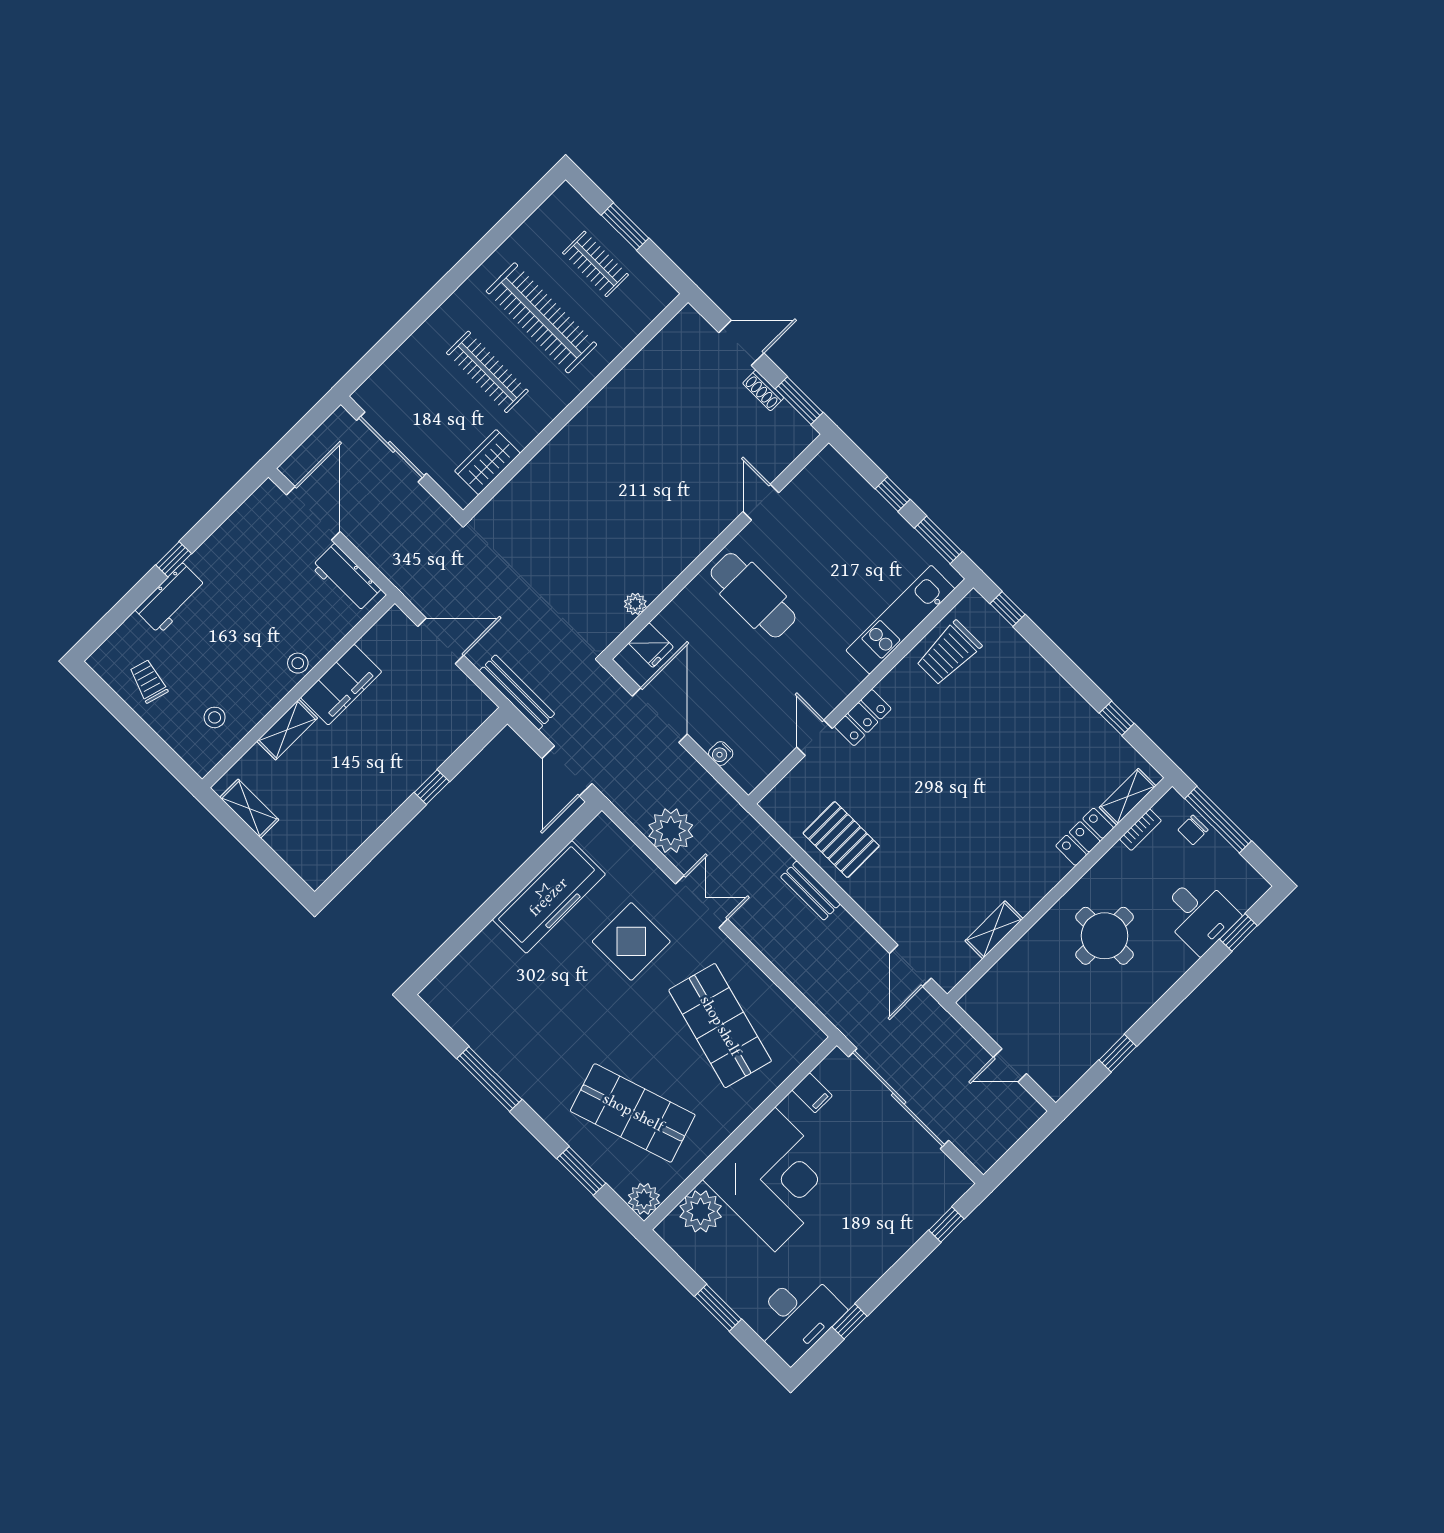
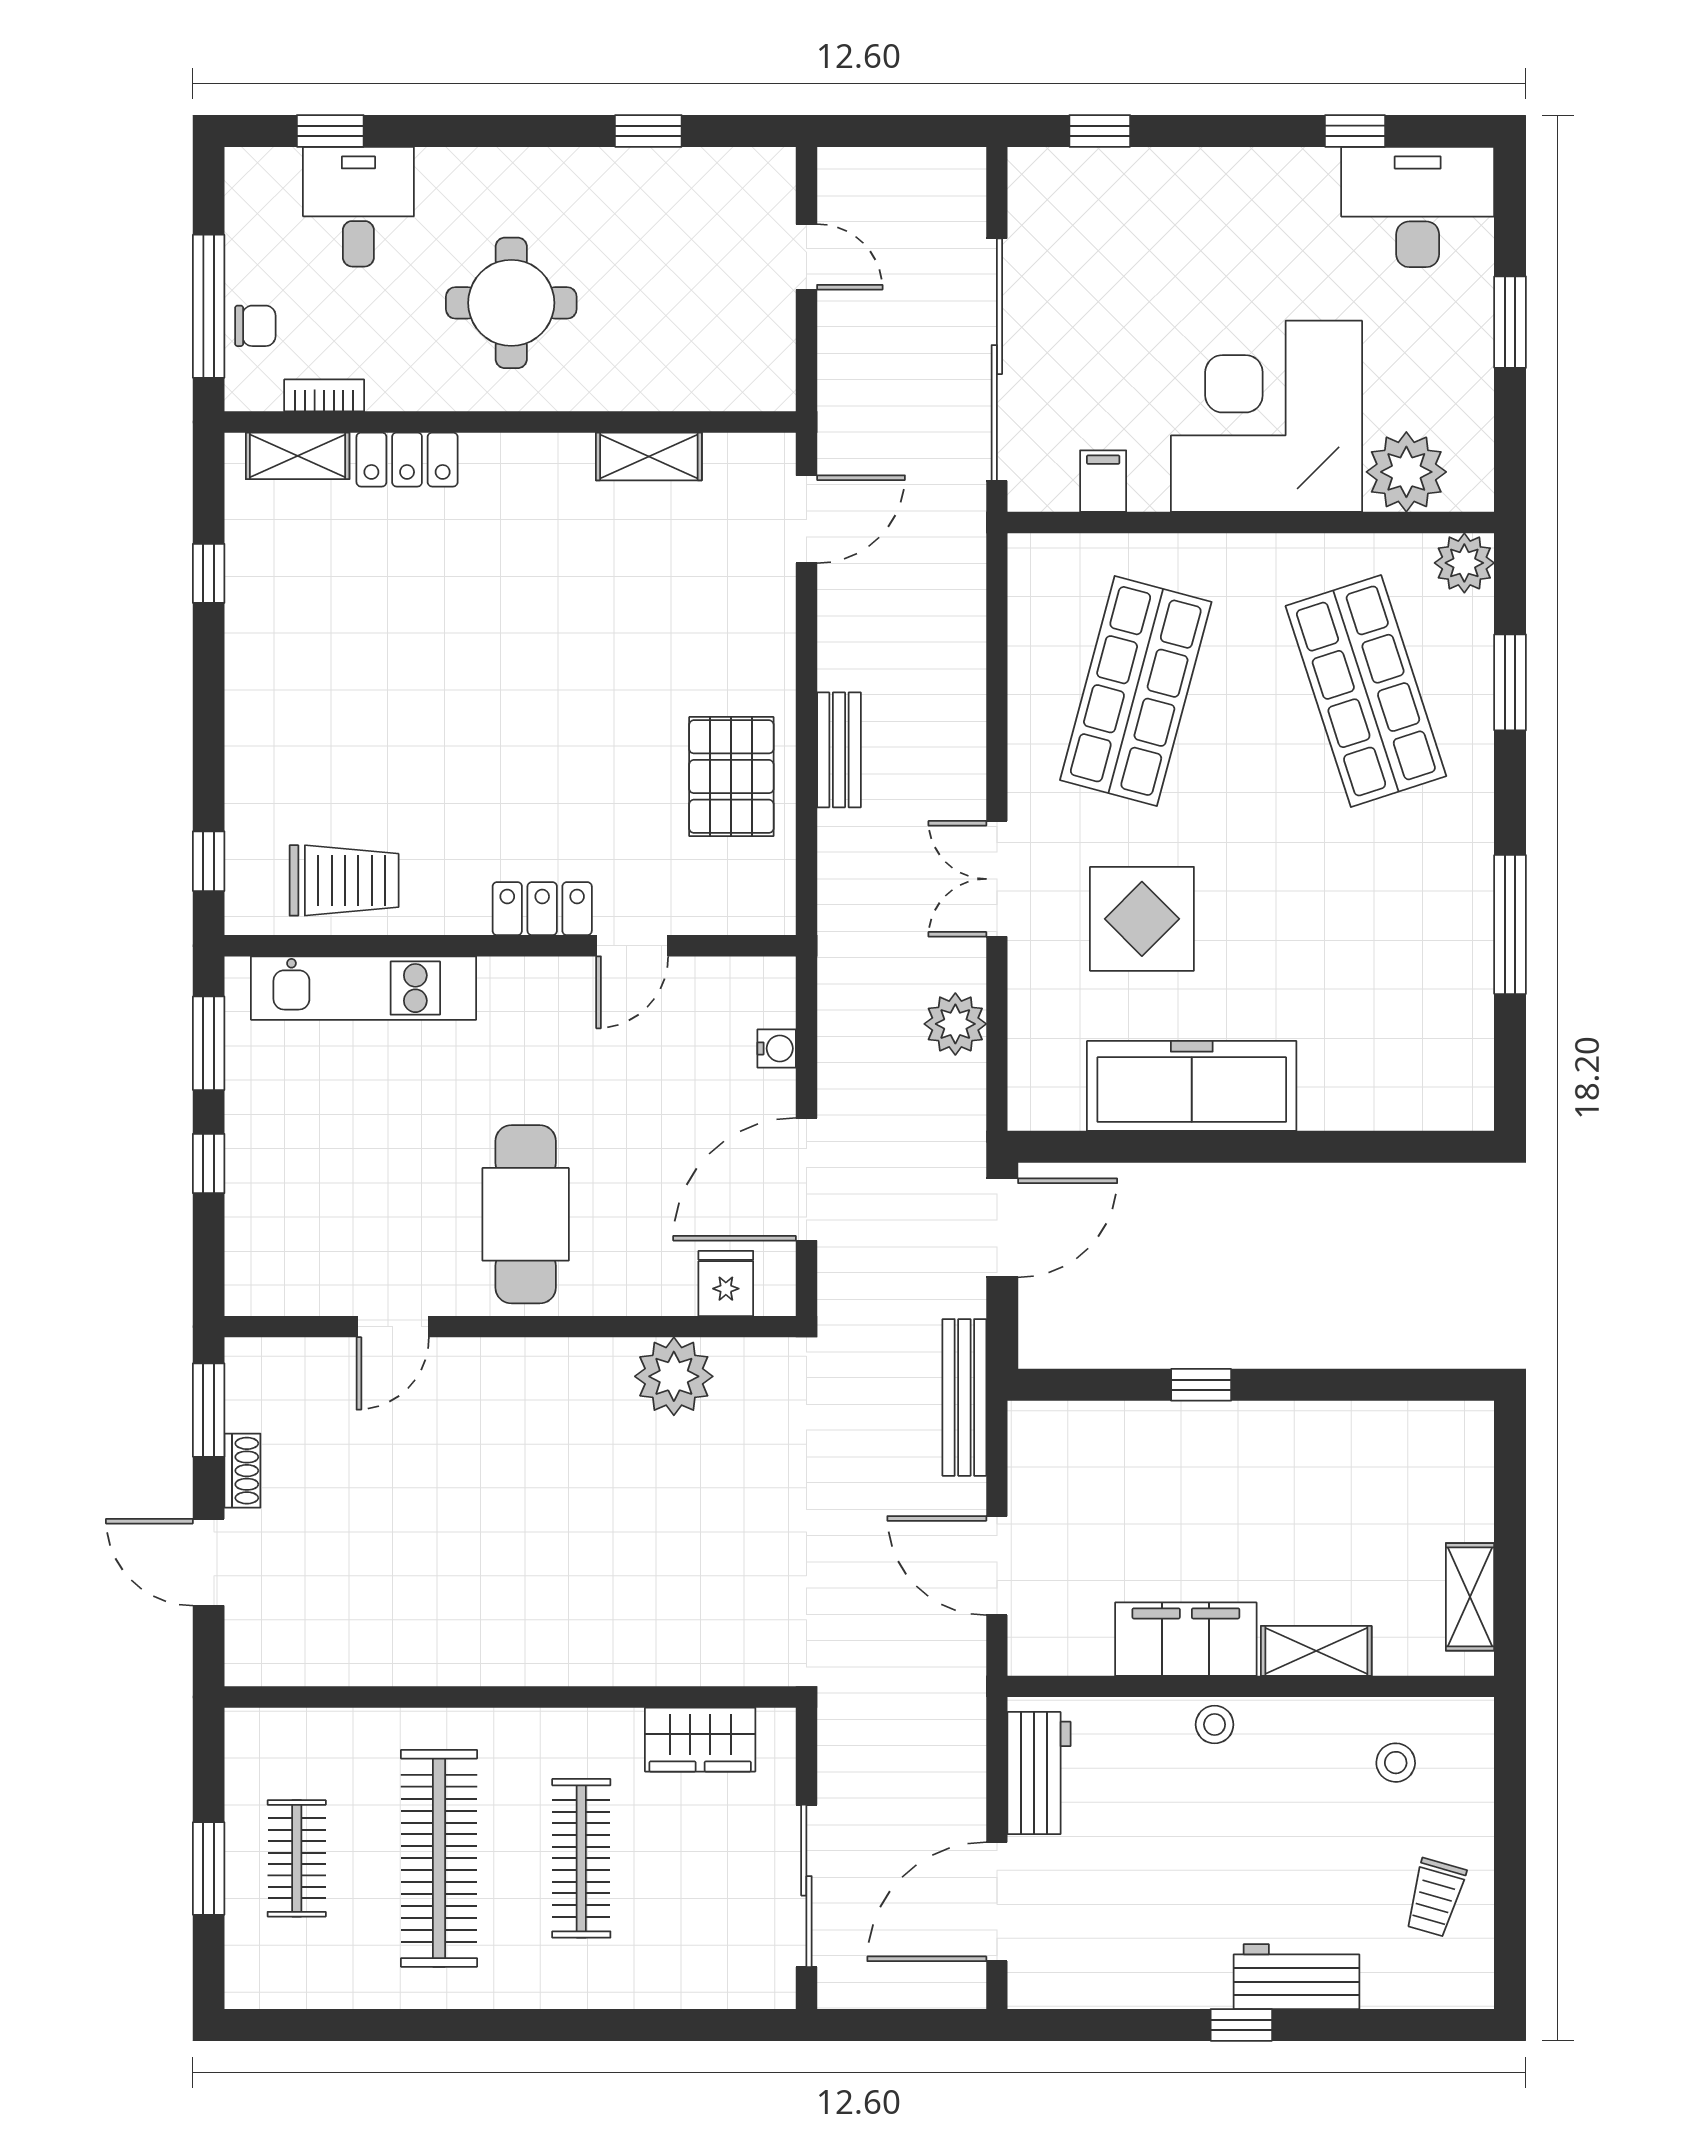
plant: (635, 604) -> (674, 1376), width x1.88, depth x1.88
plant: (671, 831) -> (955, 1024), width x0.73, depth x0.73

